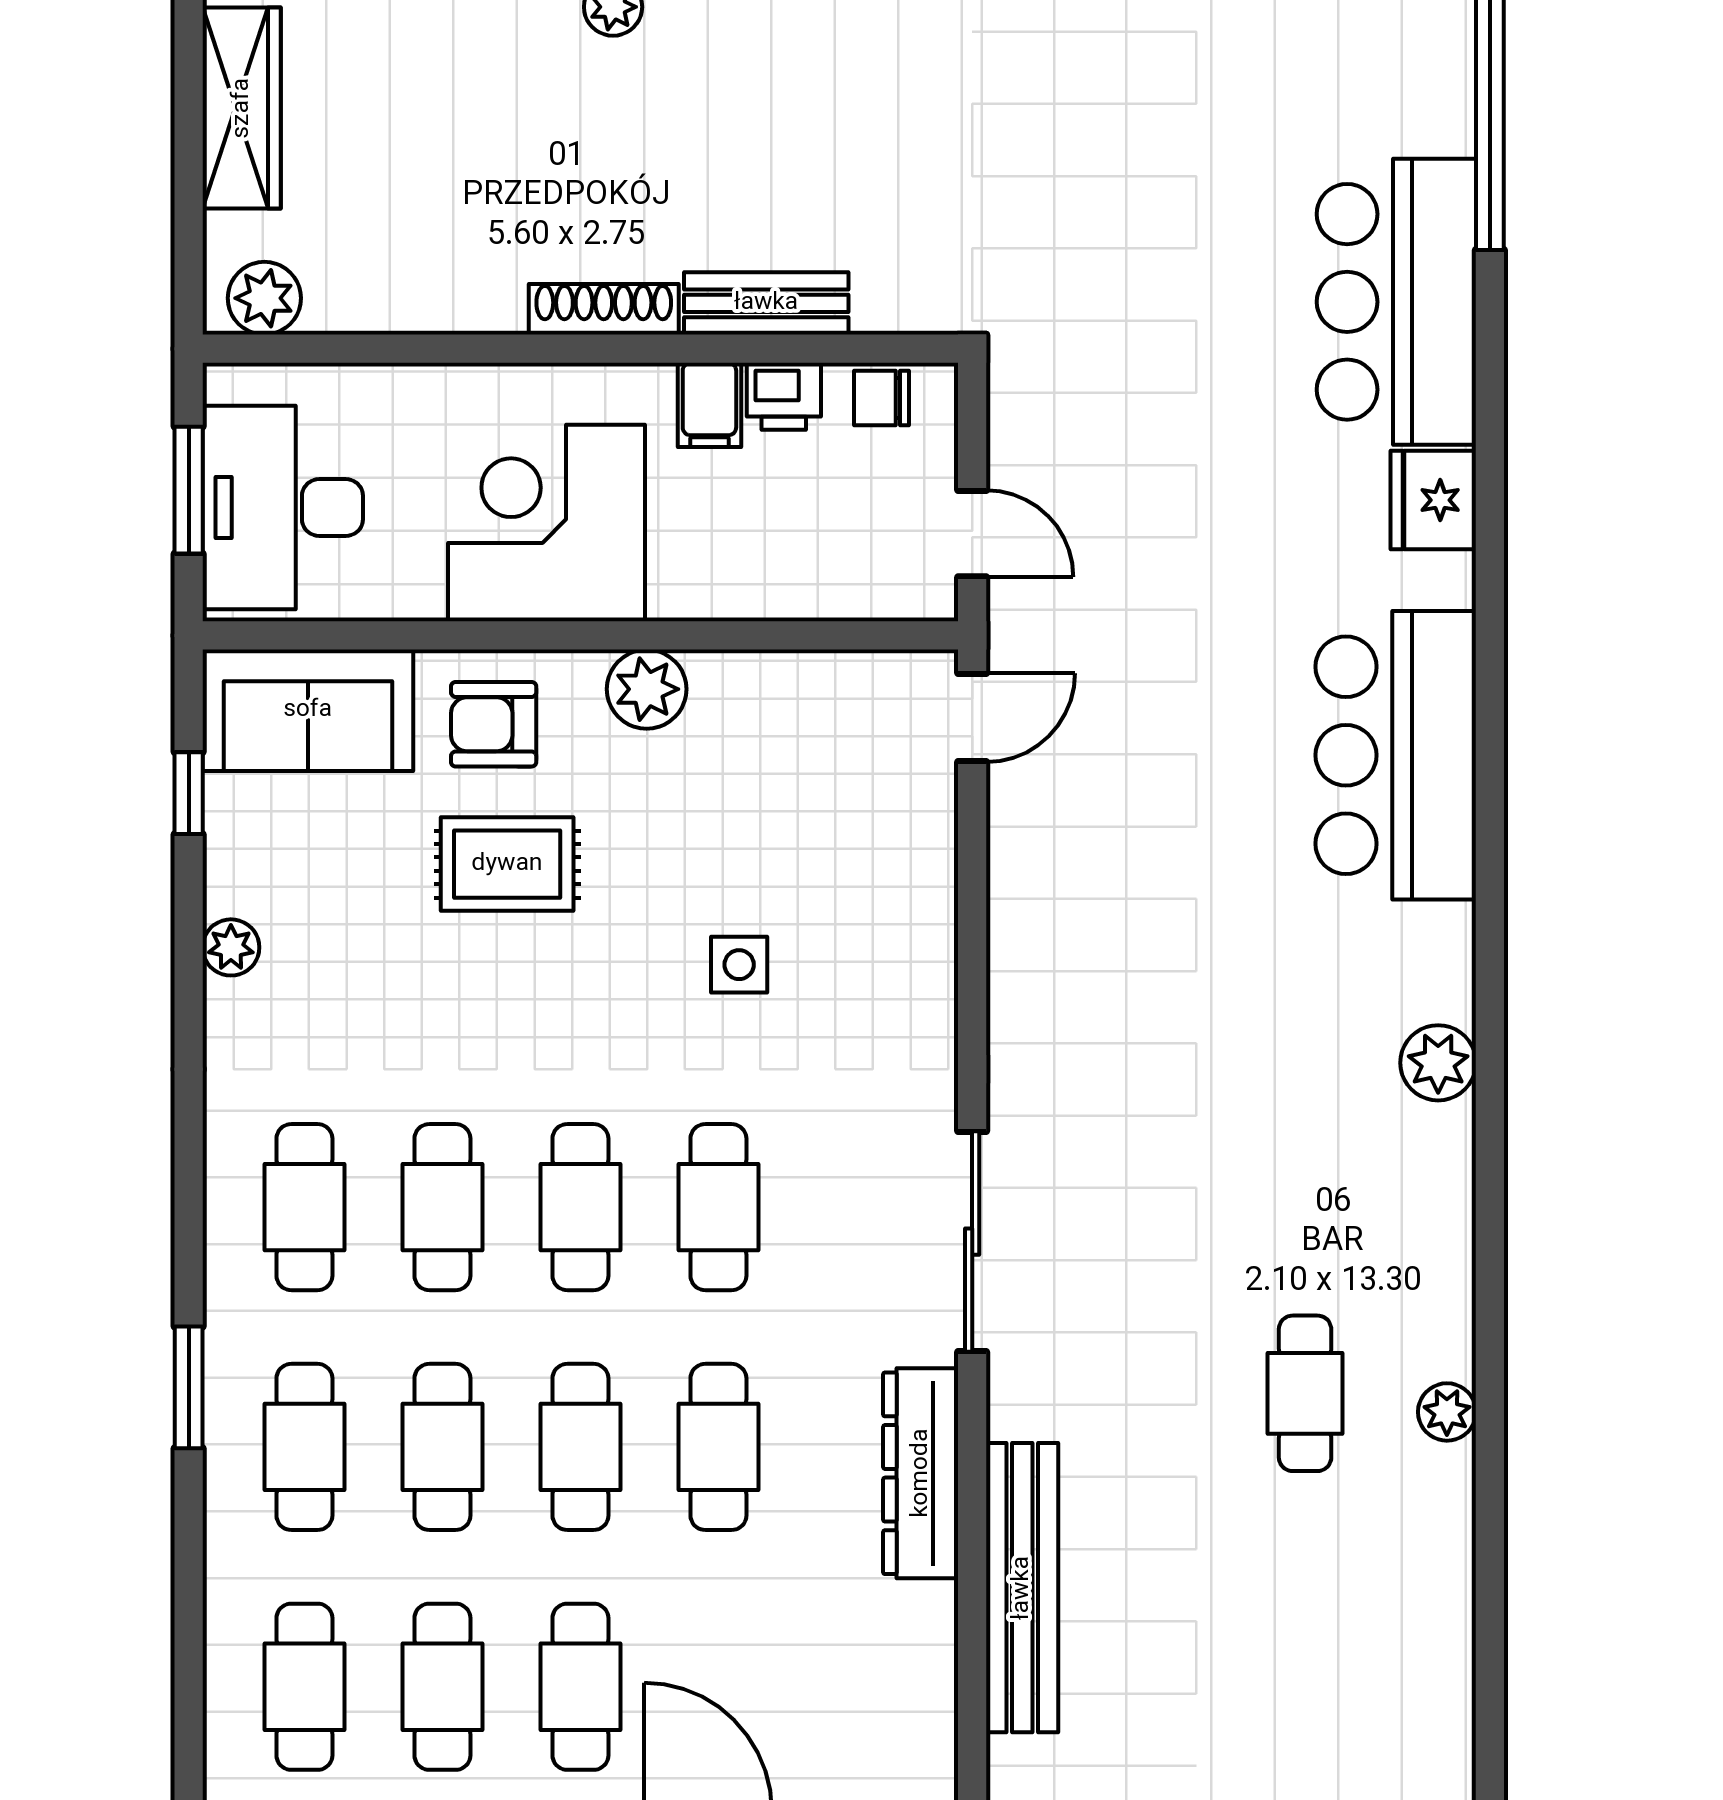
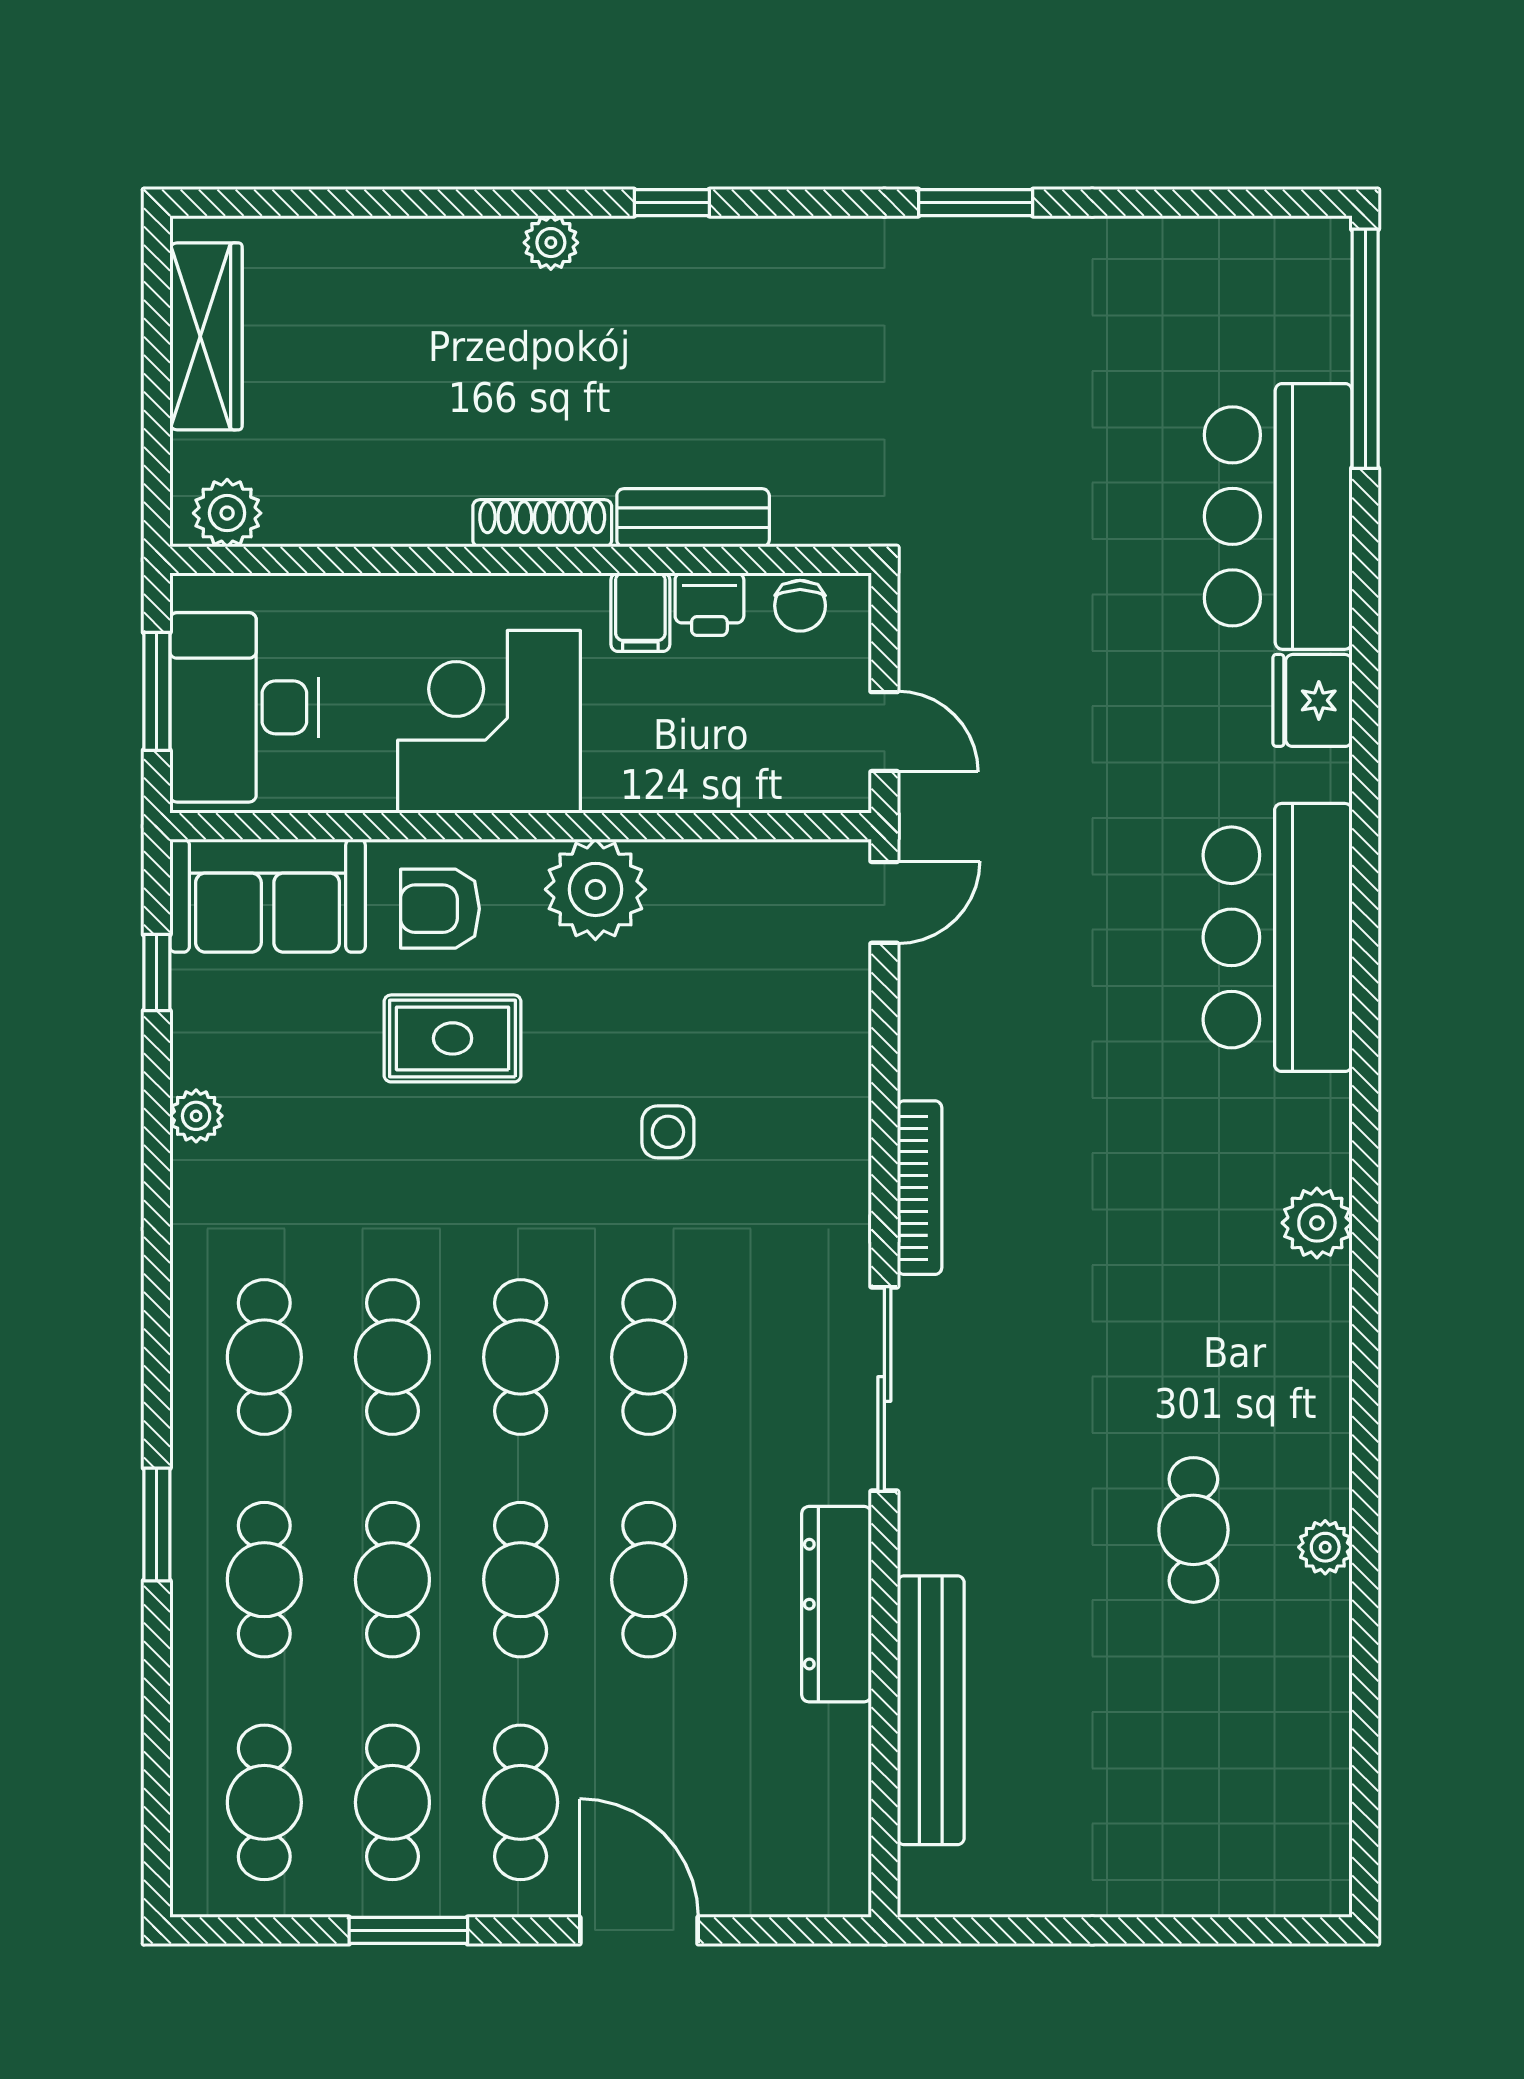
chair: (881, 398) -> (800, 606), turned -90
plant: (647, 689) -> (595, 889), width x1.36, depth x1.36
bookcase: (1010, 1025) -> (920, 1188), added

